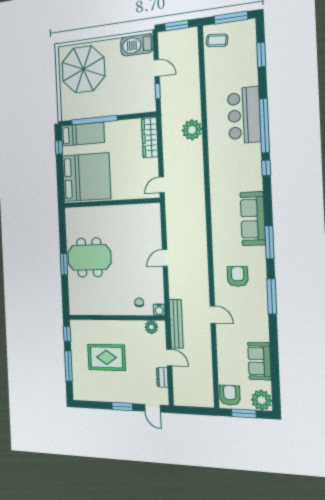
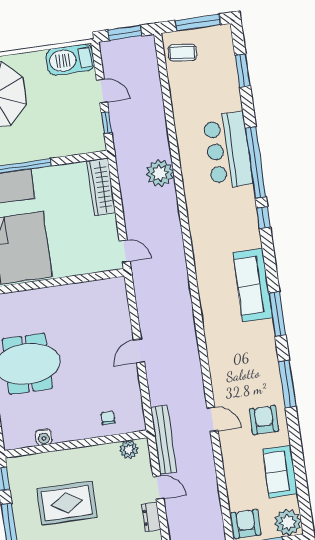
door: (162, 185) -> (125, 251), swing flipped
armchair: (238, 276) -> (264, 420), moved
water cooler: (159, 310) -> (44, 437), moved

